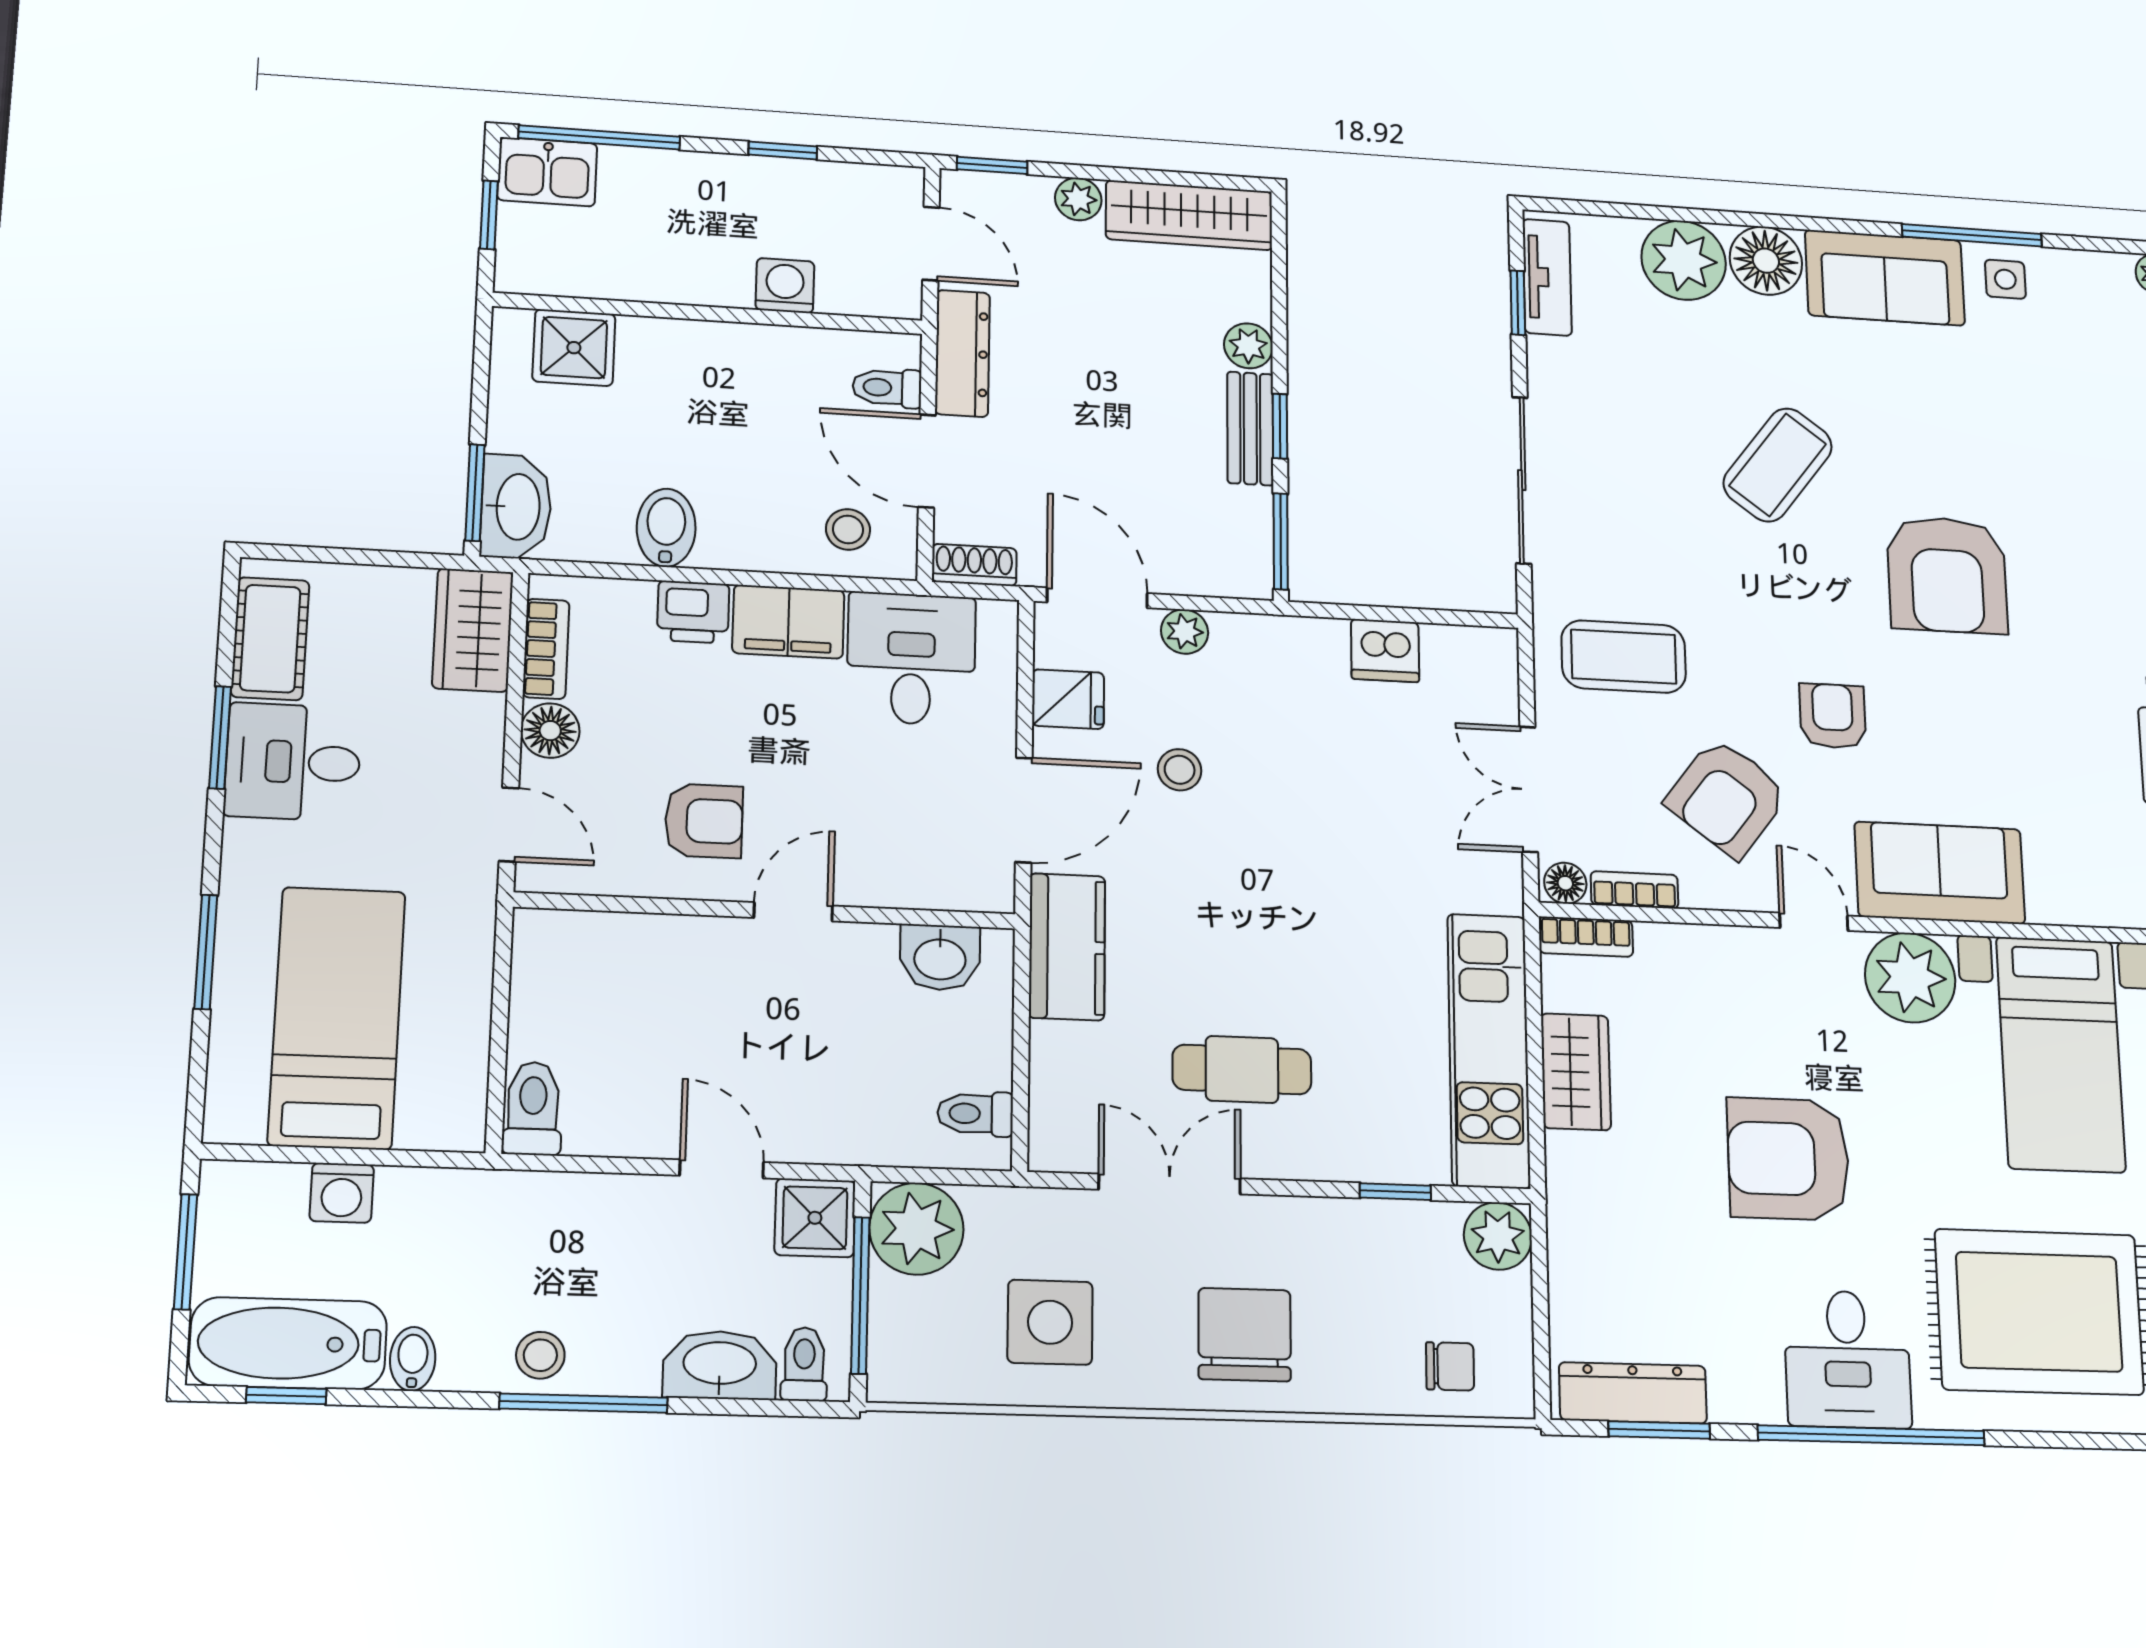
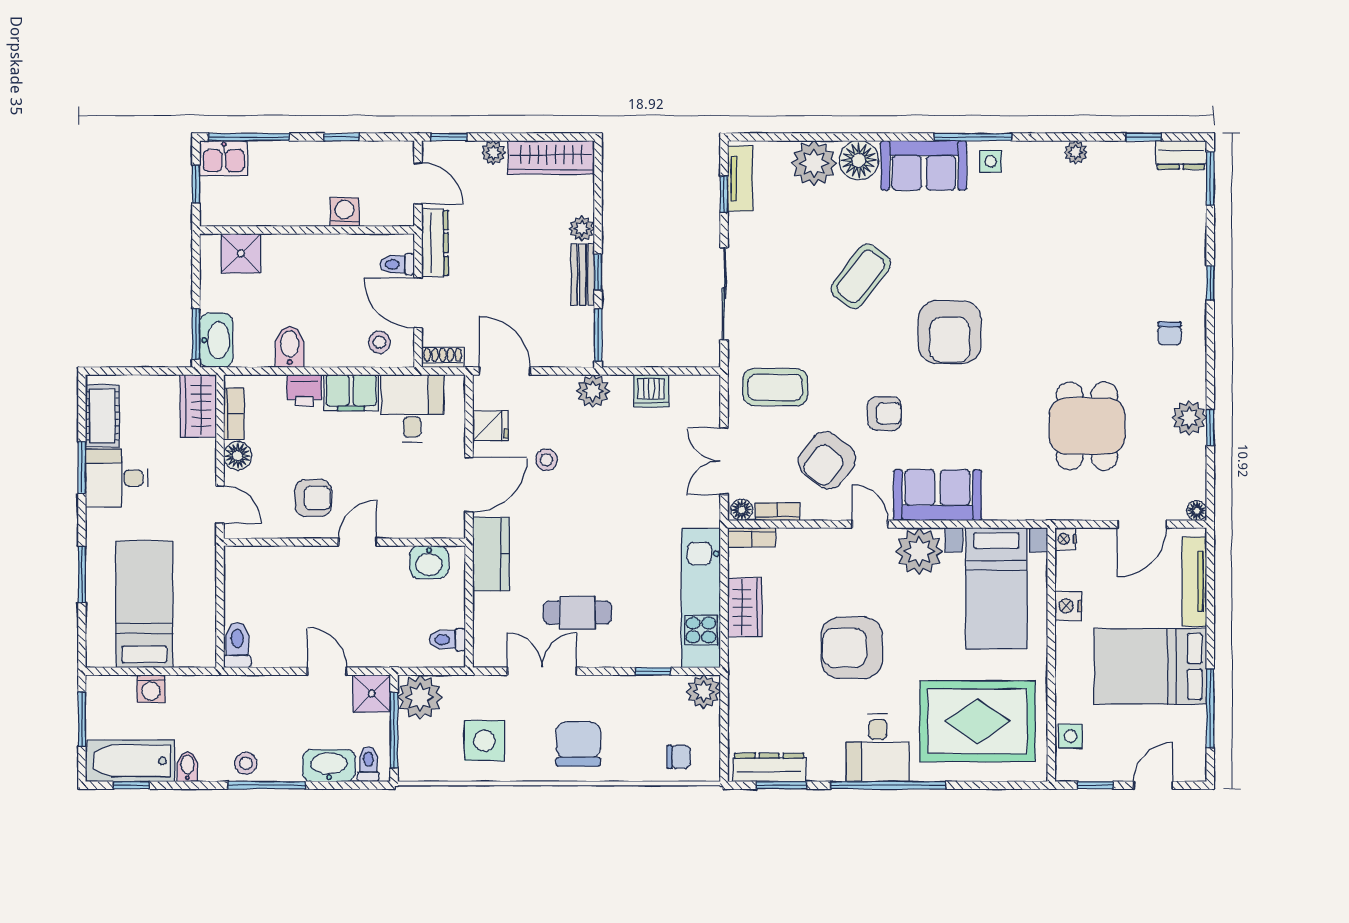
plant: (1185, 632) -> (593, 391), moved, width x1.38, depth x1.38
armchair: (1833, 716) -> (885, 413), turned 90

